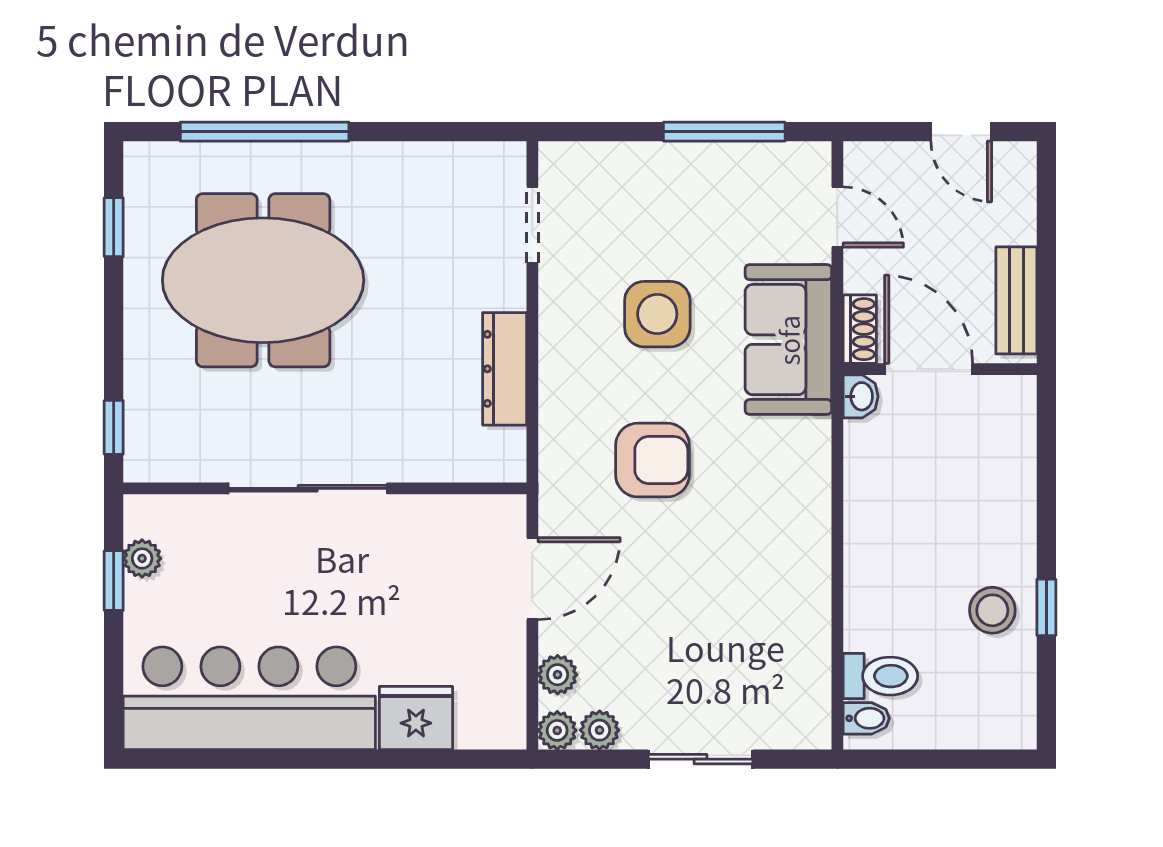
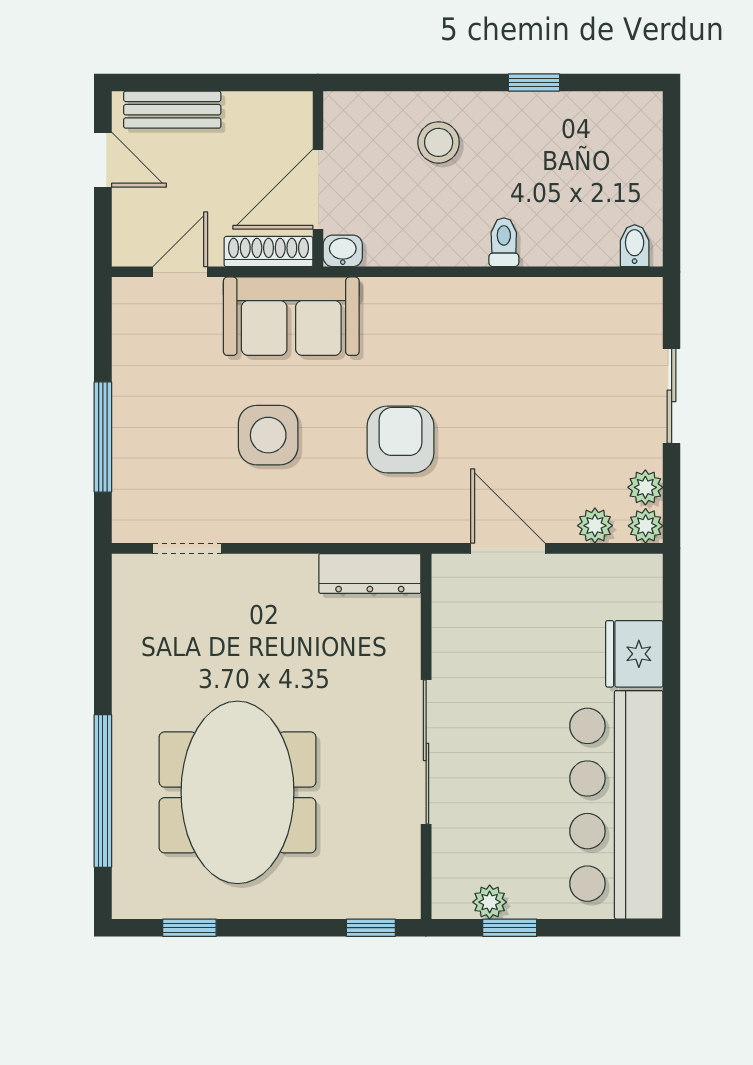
window: (724, 132) -> (103, 437), moved
door: (961, 132) -> (103, 160), hinge flipped
bench: (1016, 300) -> (172, 110), moved
shoe rack: (860, 329) -> (269, 252), width x1.43
dresser: (505, 369) -> (370, 573), moved
stool: (992, 610) -> (439, 142), moved
toilet: (880, 676) -> (504, 242), moved, width x0.73, depth x0.72

